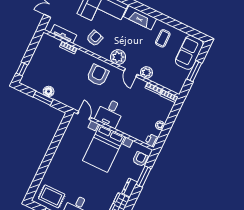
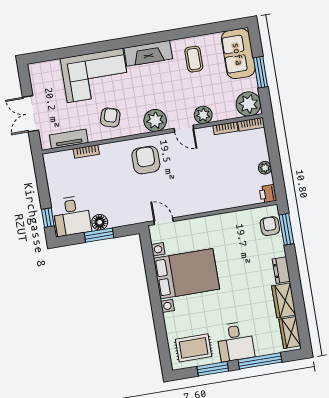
plant: (176, 84) -> (249, 104), added
desk: (110, 113) -> (72, 216), moved
bed with nightstands: (104, 148) -> (186, 274), moved, turned -90
window: (144, 176) -> (286, 229), moved

